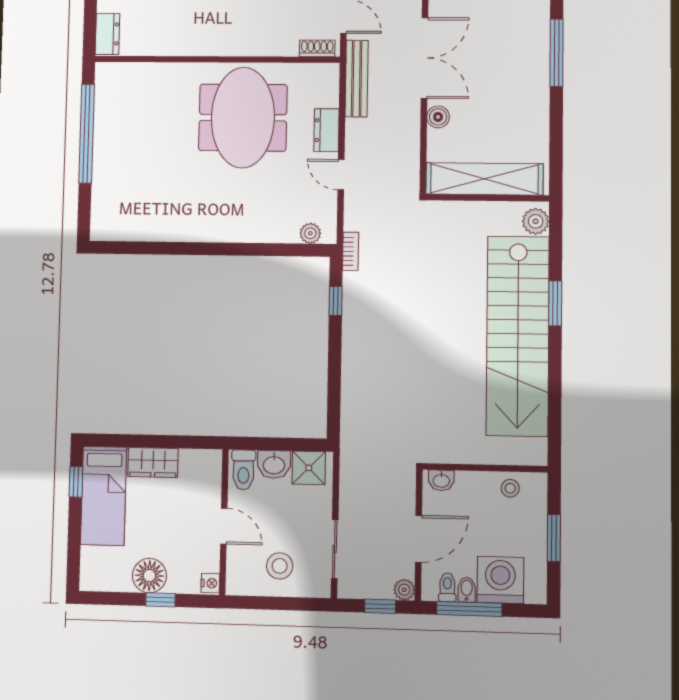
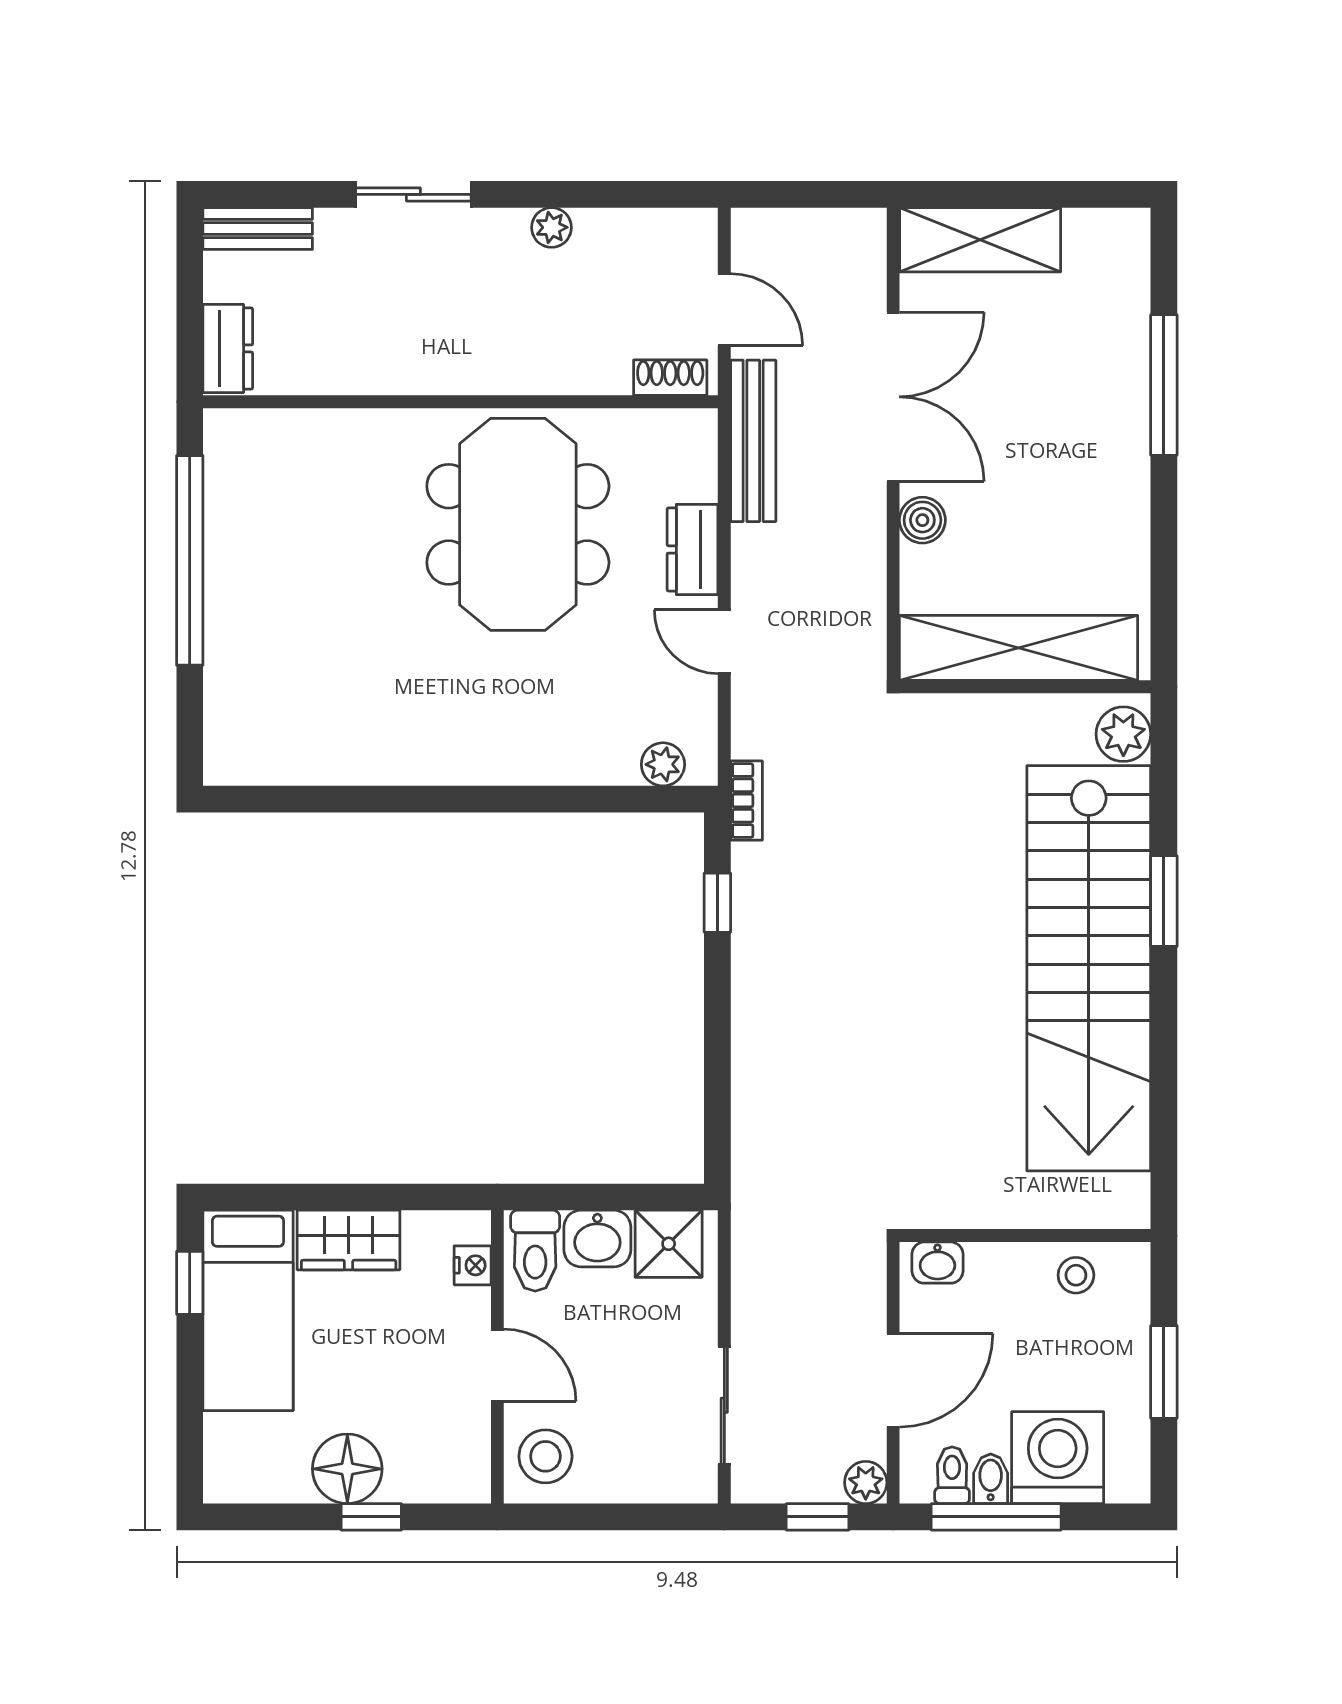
stool: (280, 566) -> (545, 1456), moved
nightstand: (210, 583) -> (473, 1265), moved

